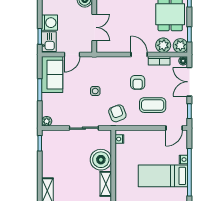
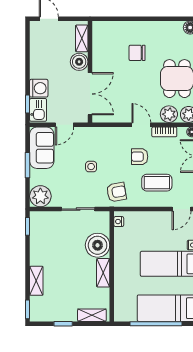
double door: (94, 27) -> (90, 94), width x1.37
armchair: (138, 82) -> (140, 157), turned 90
armchair: (117, 113) -> (116, 192), turned 101
plant: (47, 121) -> (40, 196), width x1.88, depth x1.88

